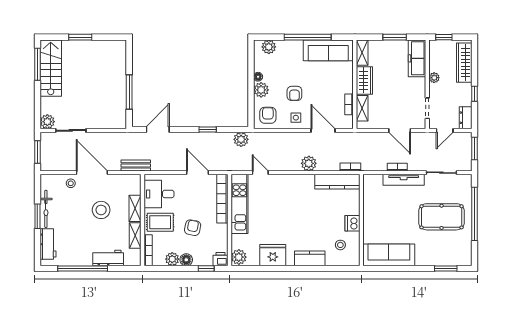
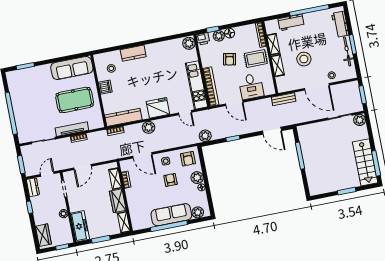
sofa: (328, 50) -> (171, 215), moved
wardrobe: (464, 63) -> (43, 235), width x0.67
door: (158, 129) -> (272, 131), hinge flipped
door: (400, 130) -> (83, 167), swing flipped
desk: (159, 194) -> (251, 86), moved, turned 90
pool table: (442, 217) -> (75, 100), moved
fridge: (273, 255) -> (158, 108), moved, turned 180
plant: (172, 259) -> (219, 36), moved

